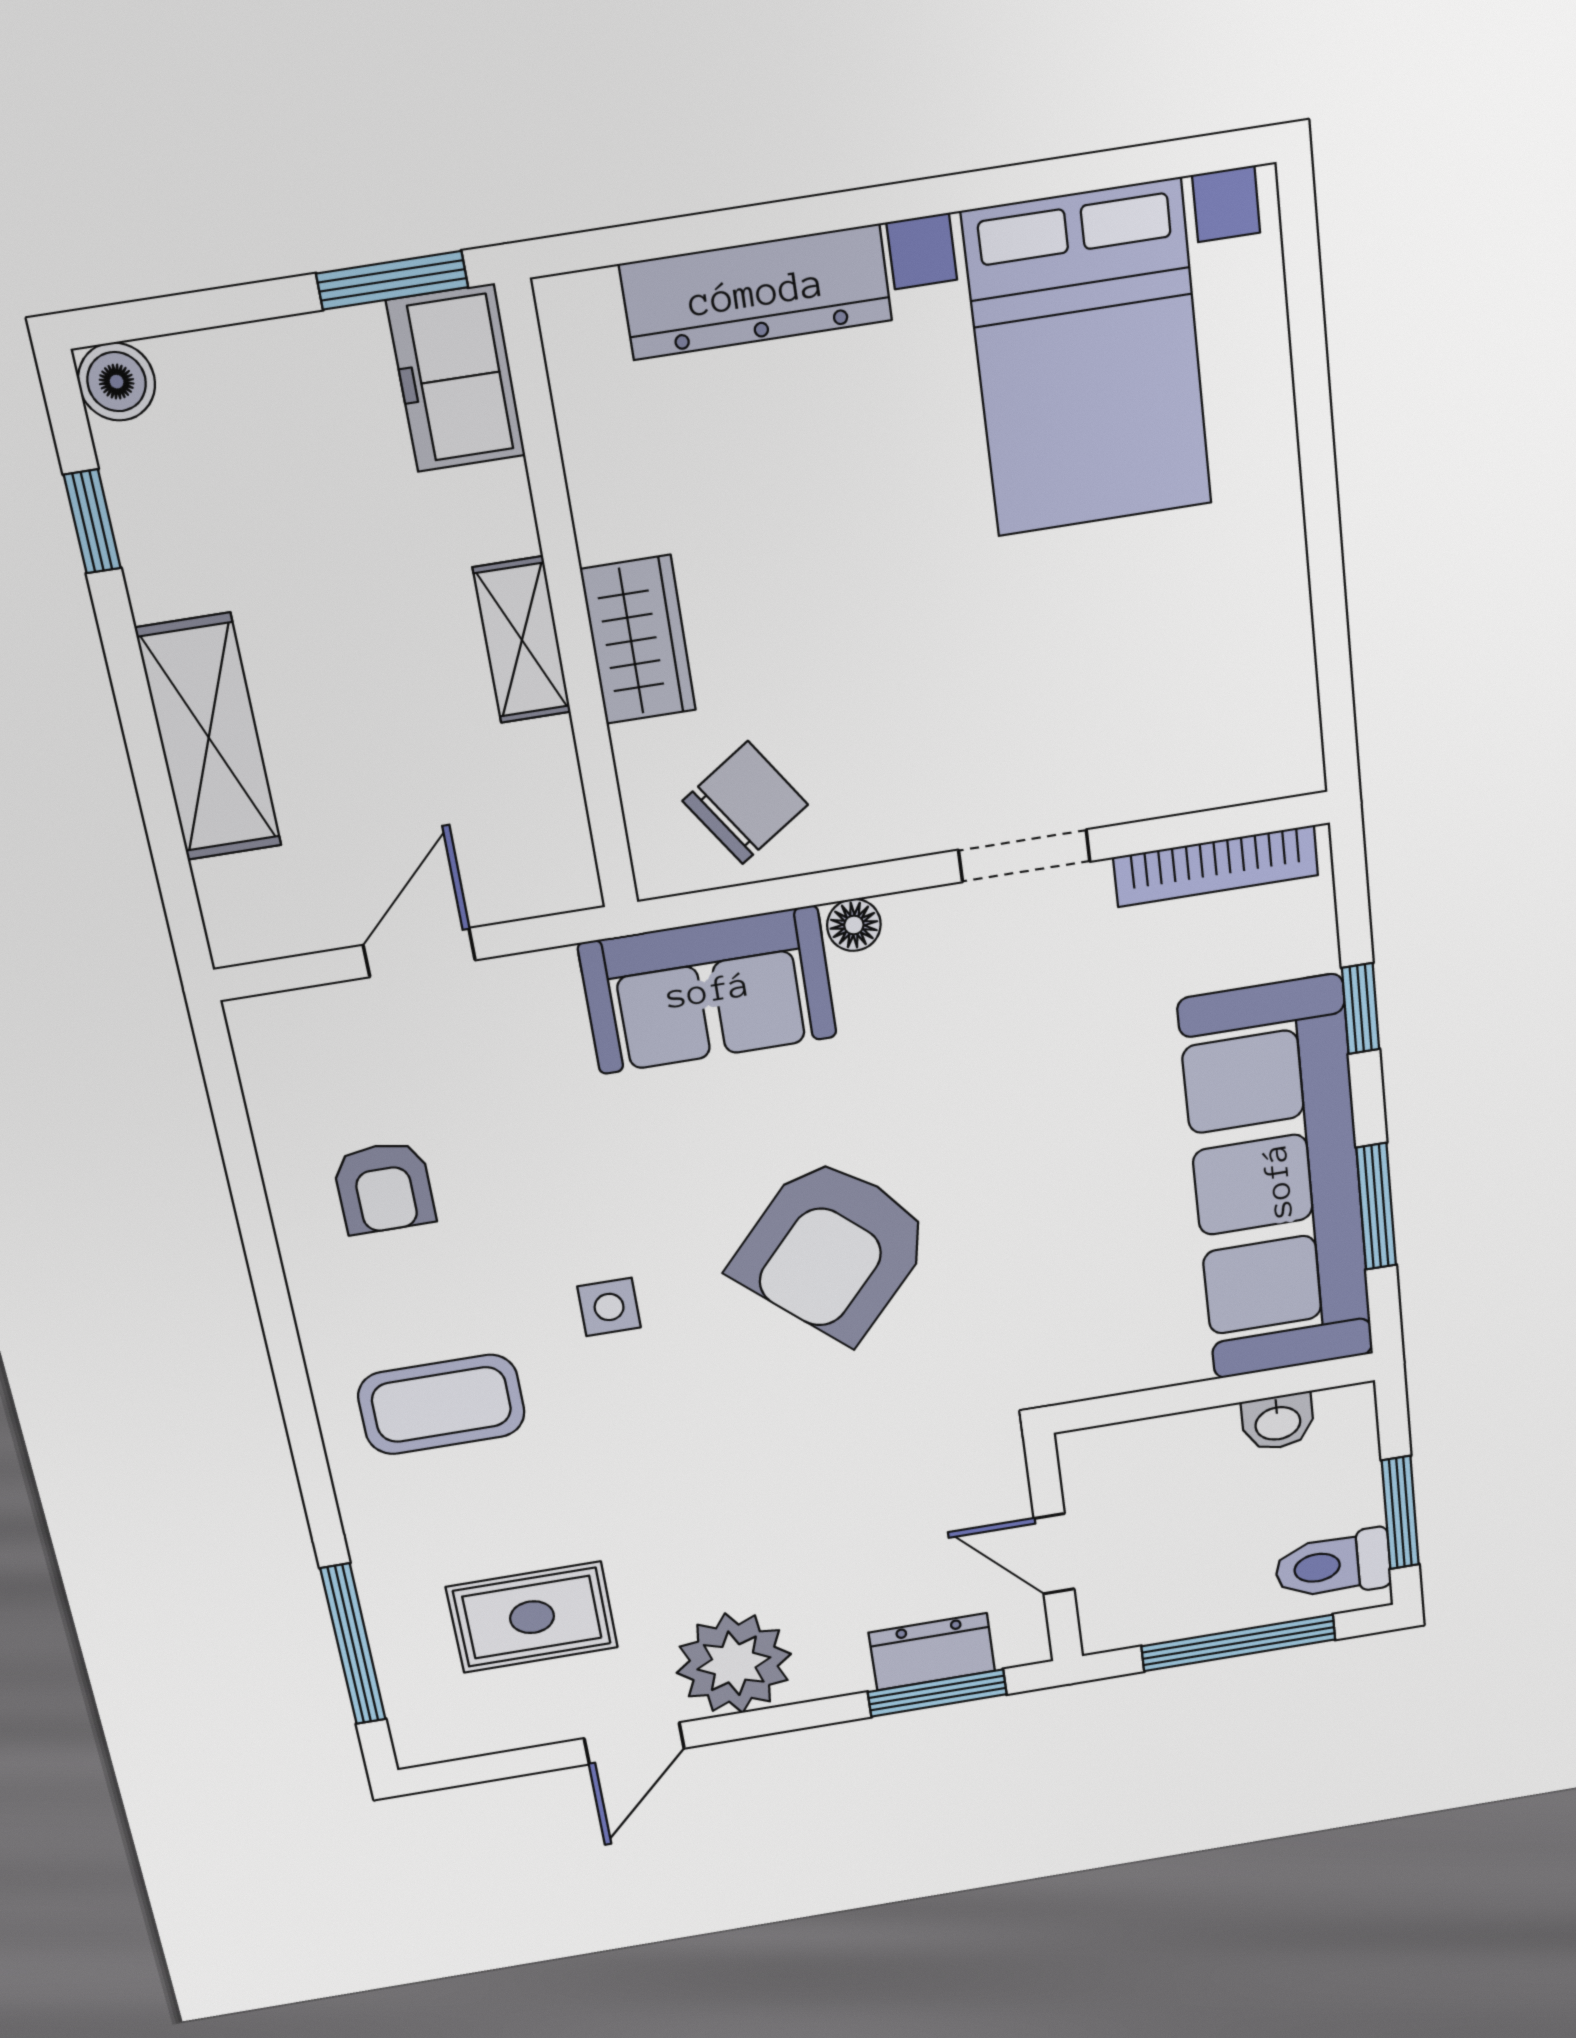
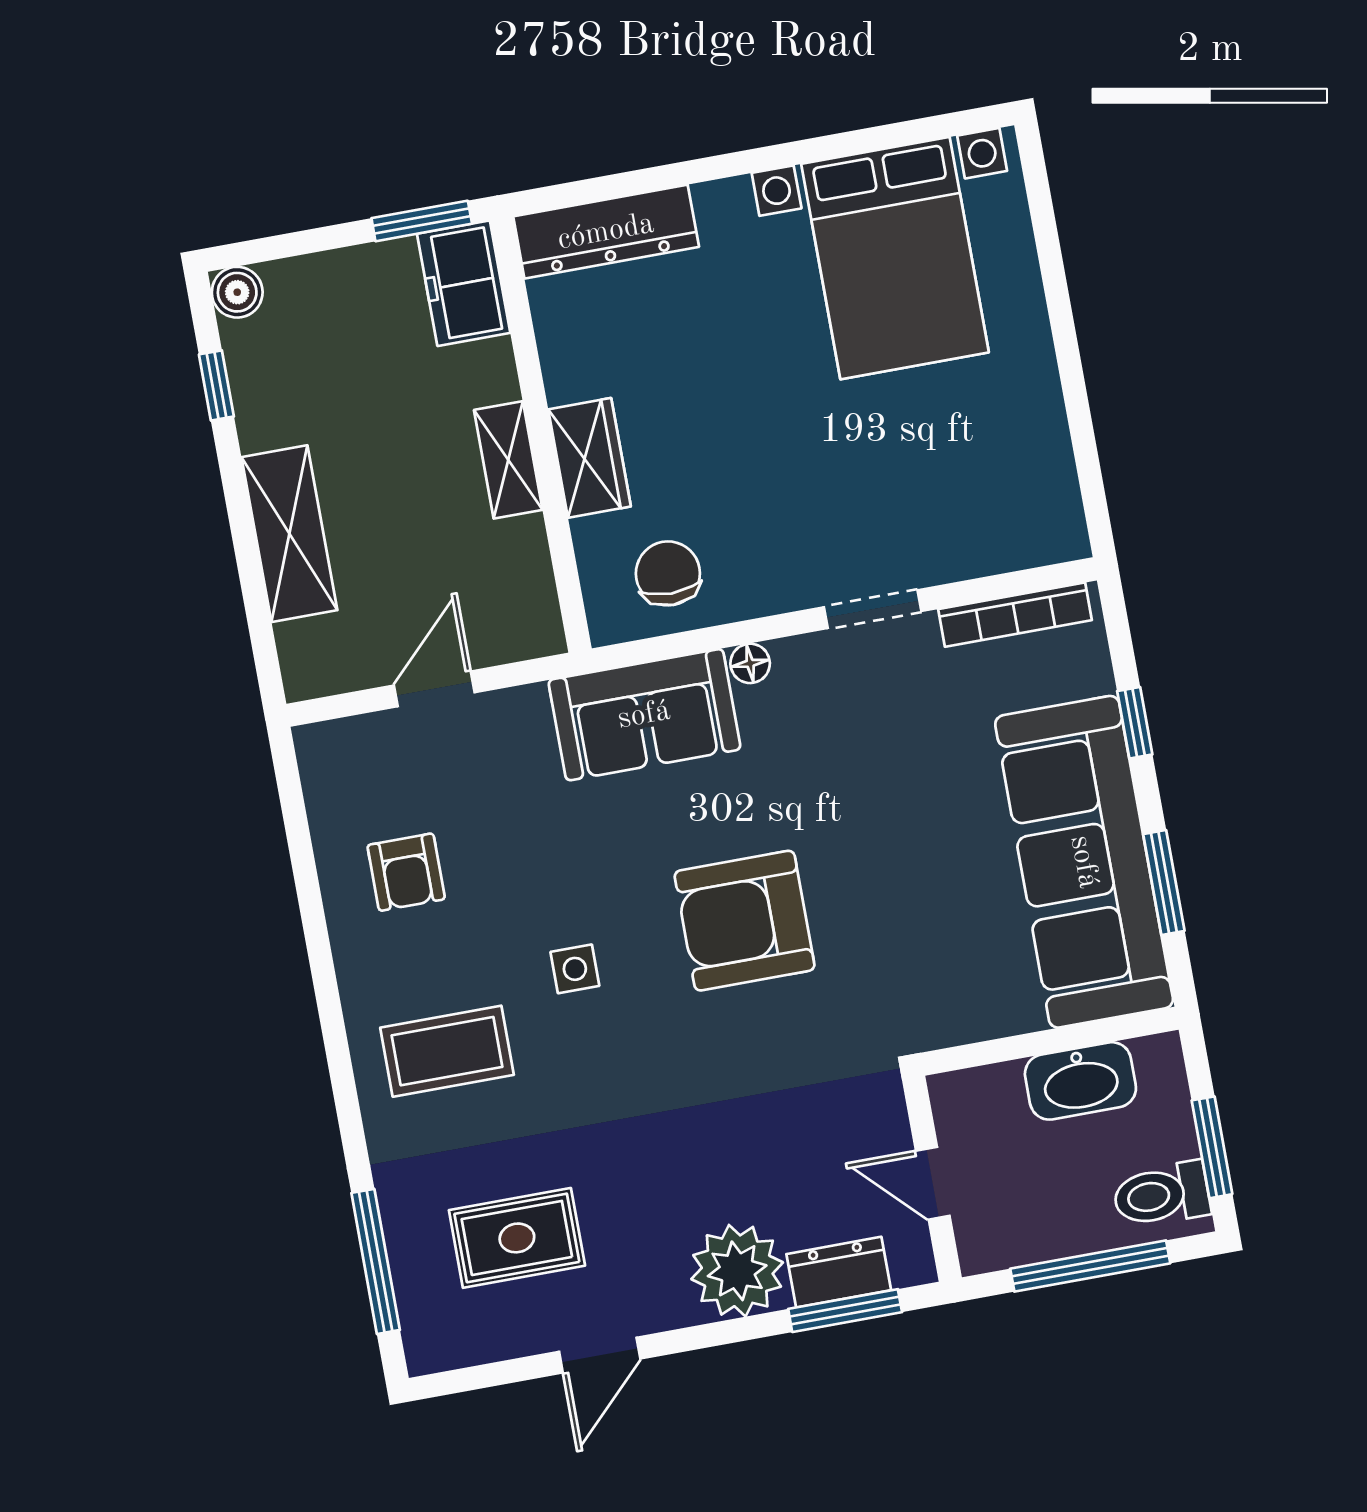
dresser: (756, 292) -> (606, 232), moved
chair: (745, 803) -> (668, 573), turned -56
armchair: (833, 1250) -> (745, 921), turned 48
washbasin: (1278, 1422) -> (1080, 1081), width x1.91, depth x1.45
plant: (734, 1663) -> (737, 1271), moved

